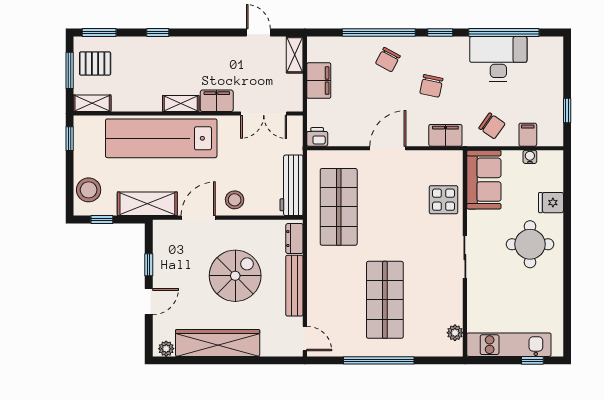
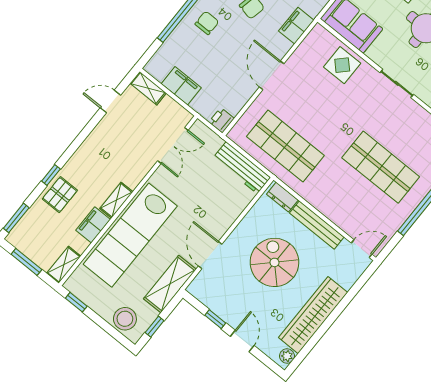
chair: (388, 60) -> (207, 23), turned -118
pallet: (95, 63) -> (60, 195), moved
filing cabinet: (217, 101) -> (93, 225), moved
stool: (235, 200) -> (219, 218), removed

